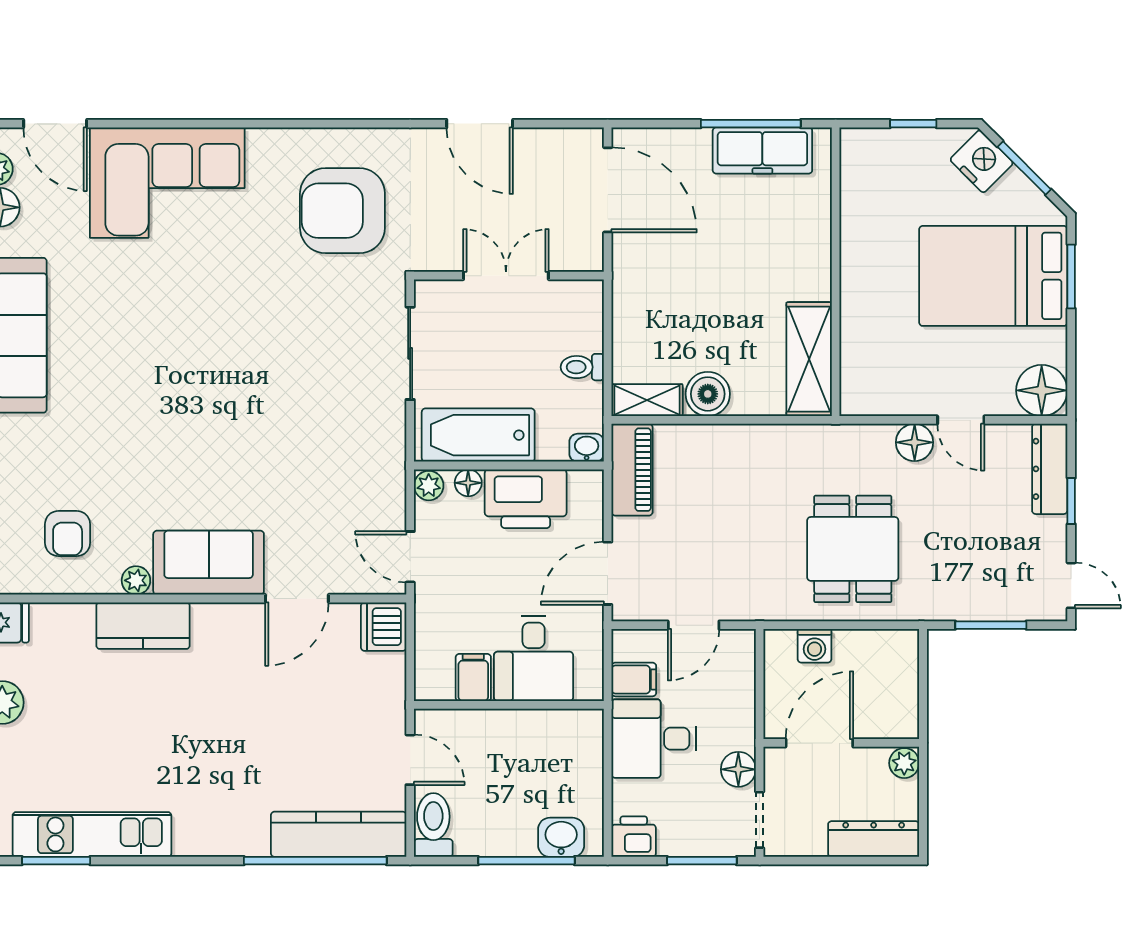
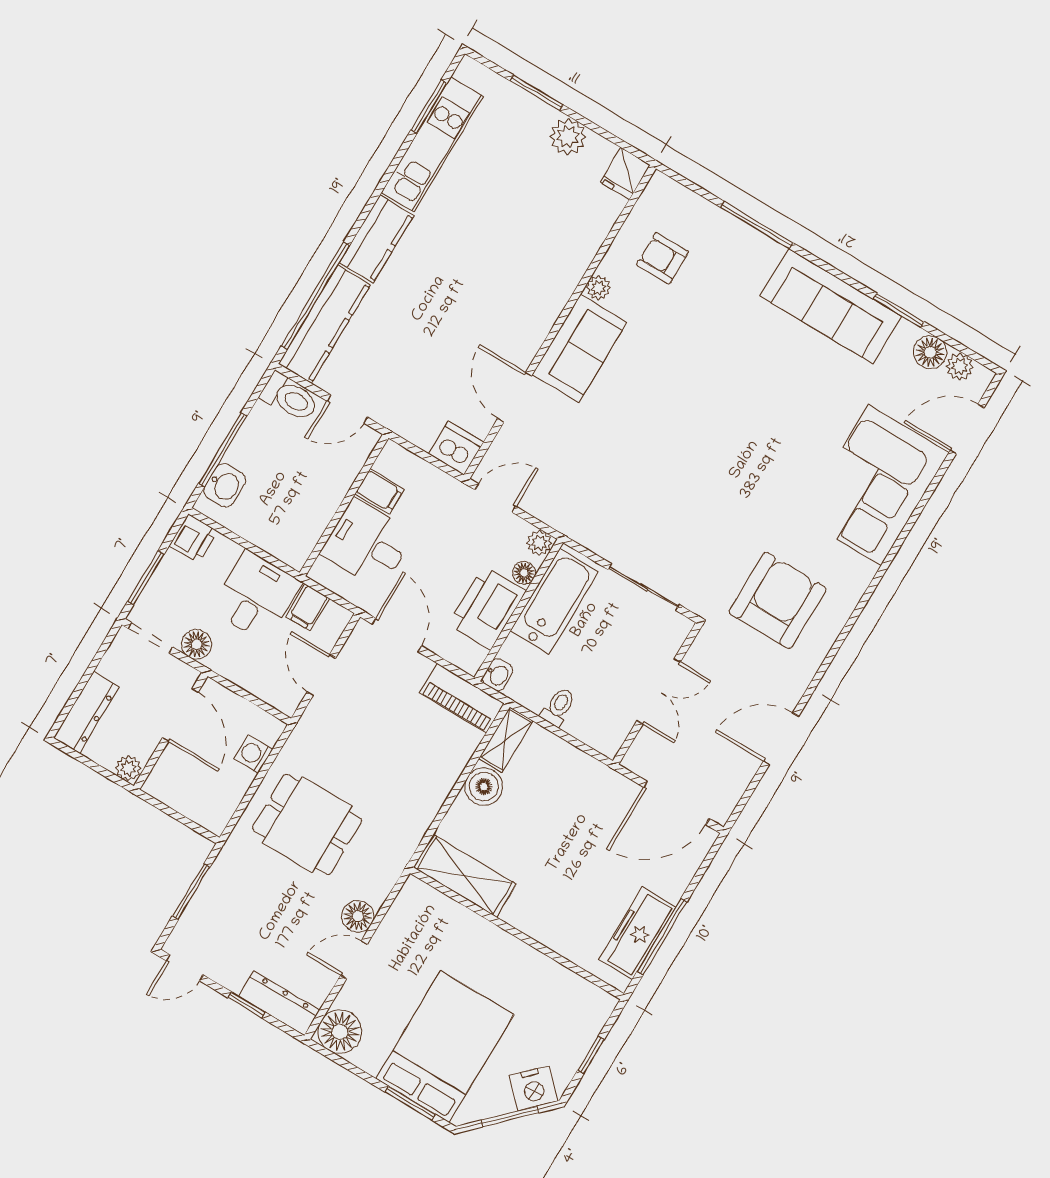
kitchen counter: (143, 626) -> (376, 239), moved, turned 180

